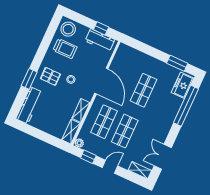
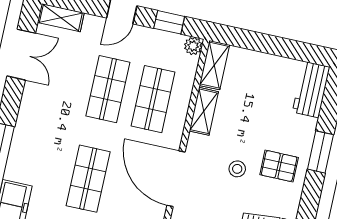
workbench: (29, 105) -> (311, 90), width x0.73

